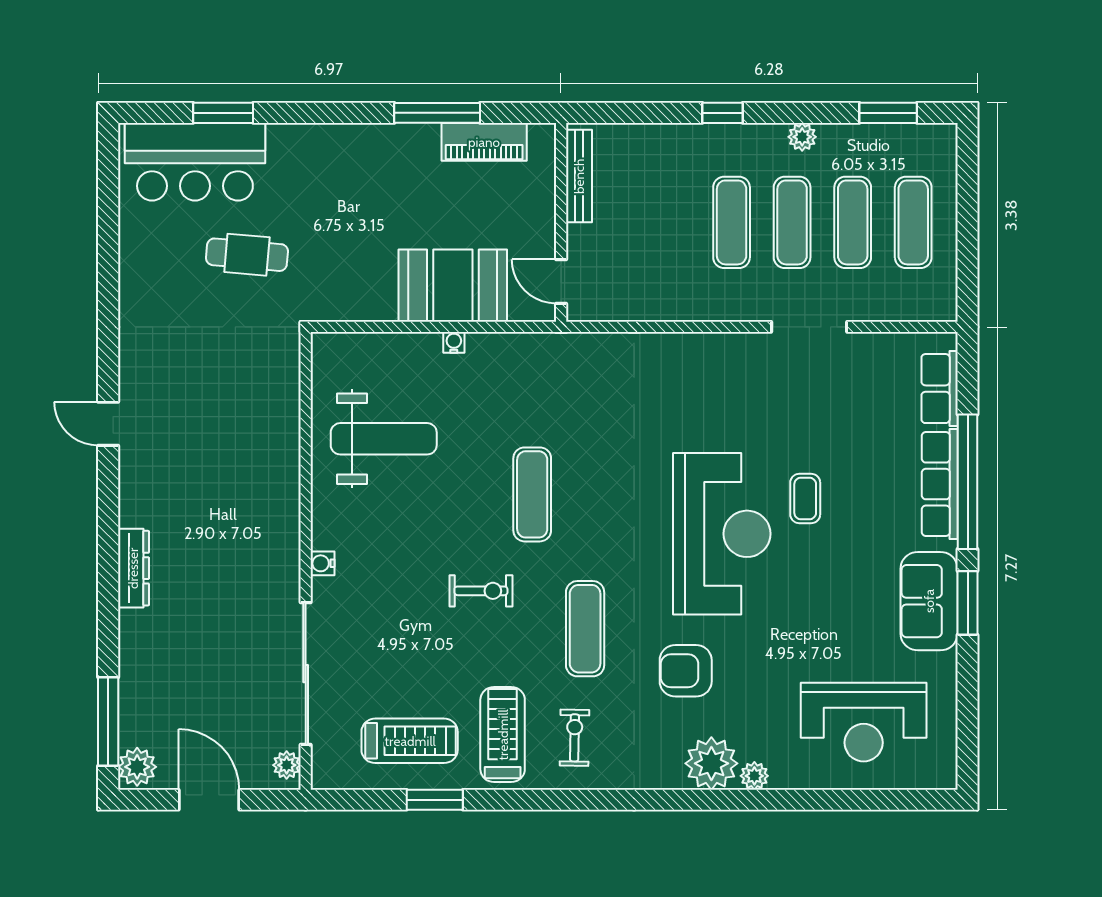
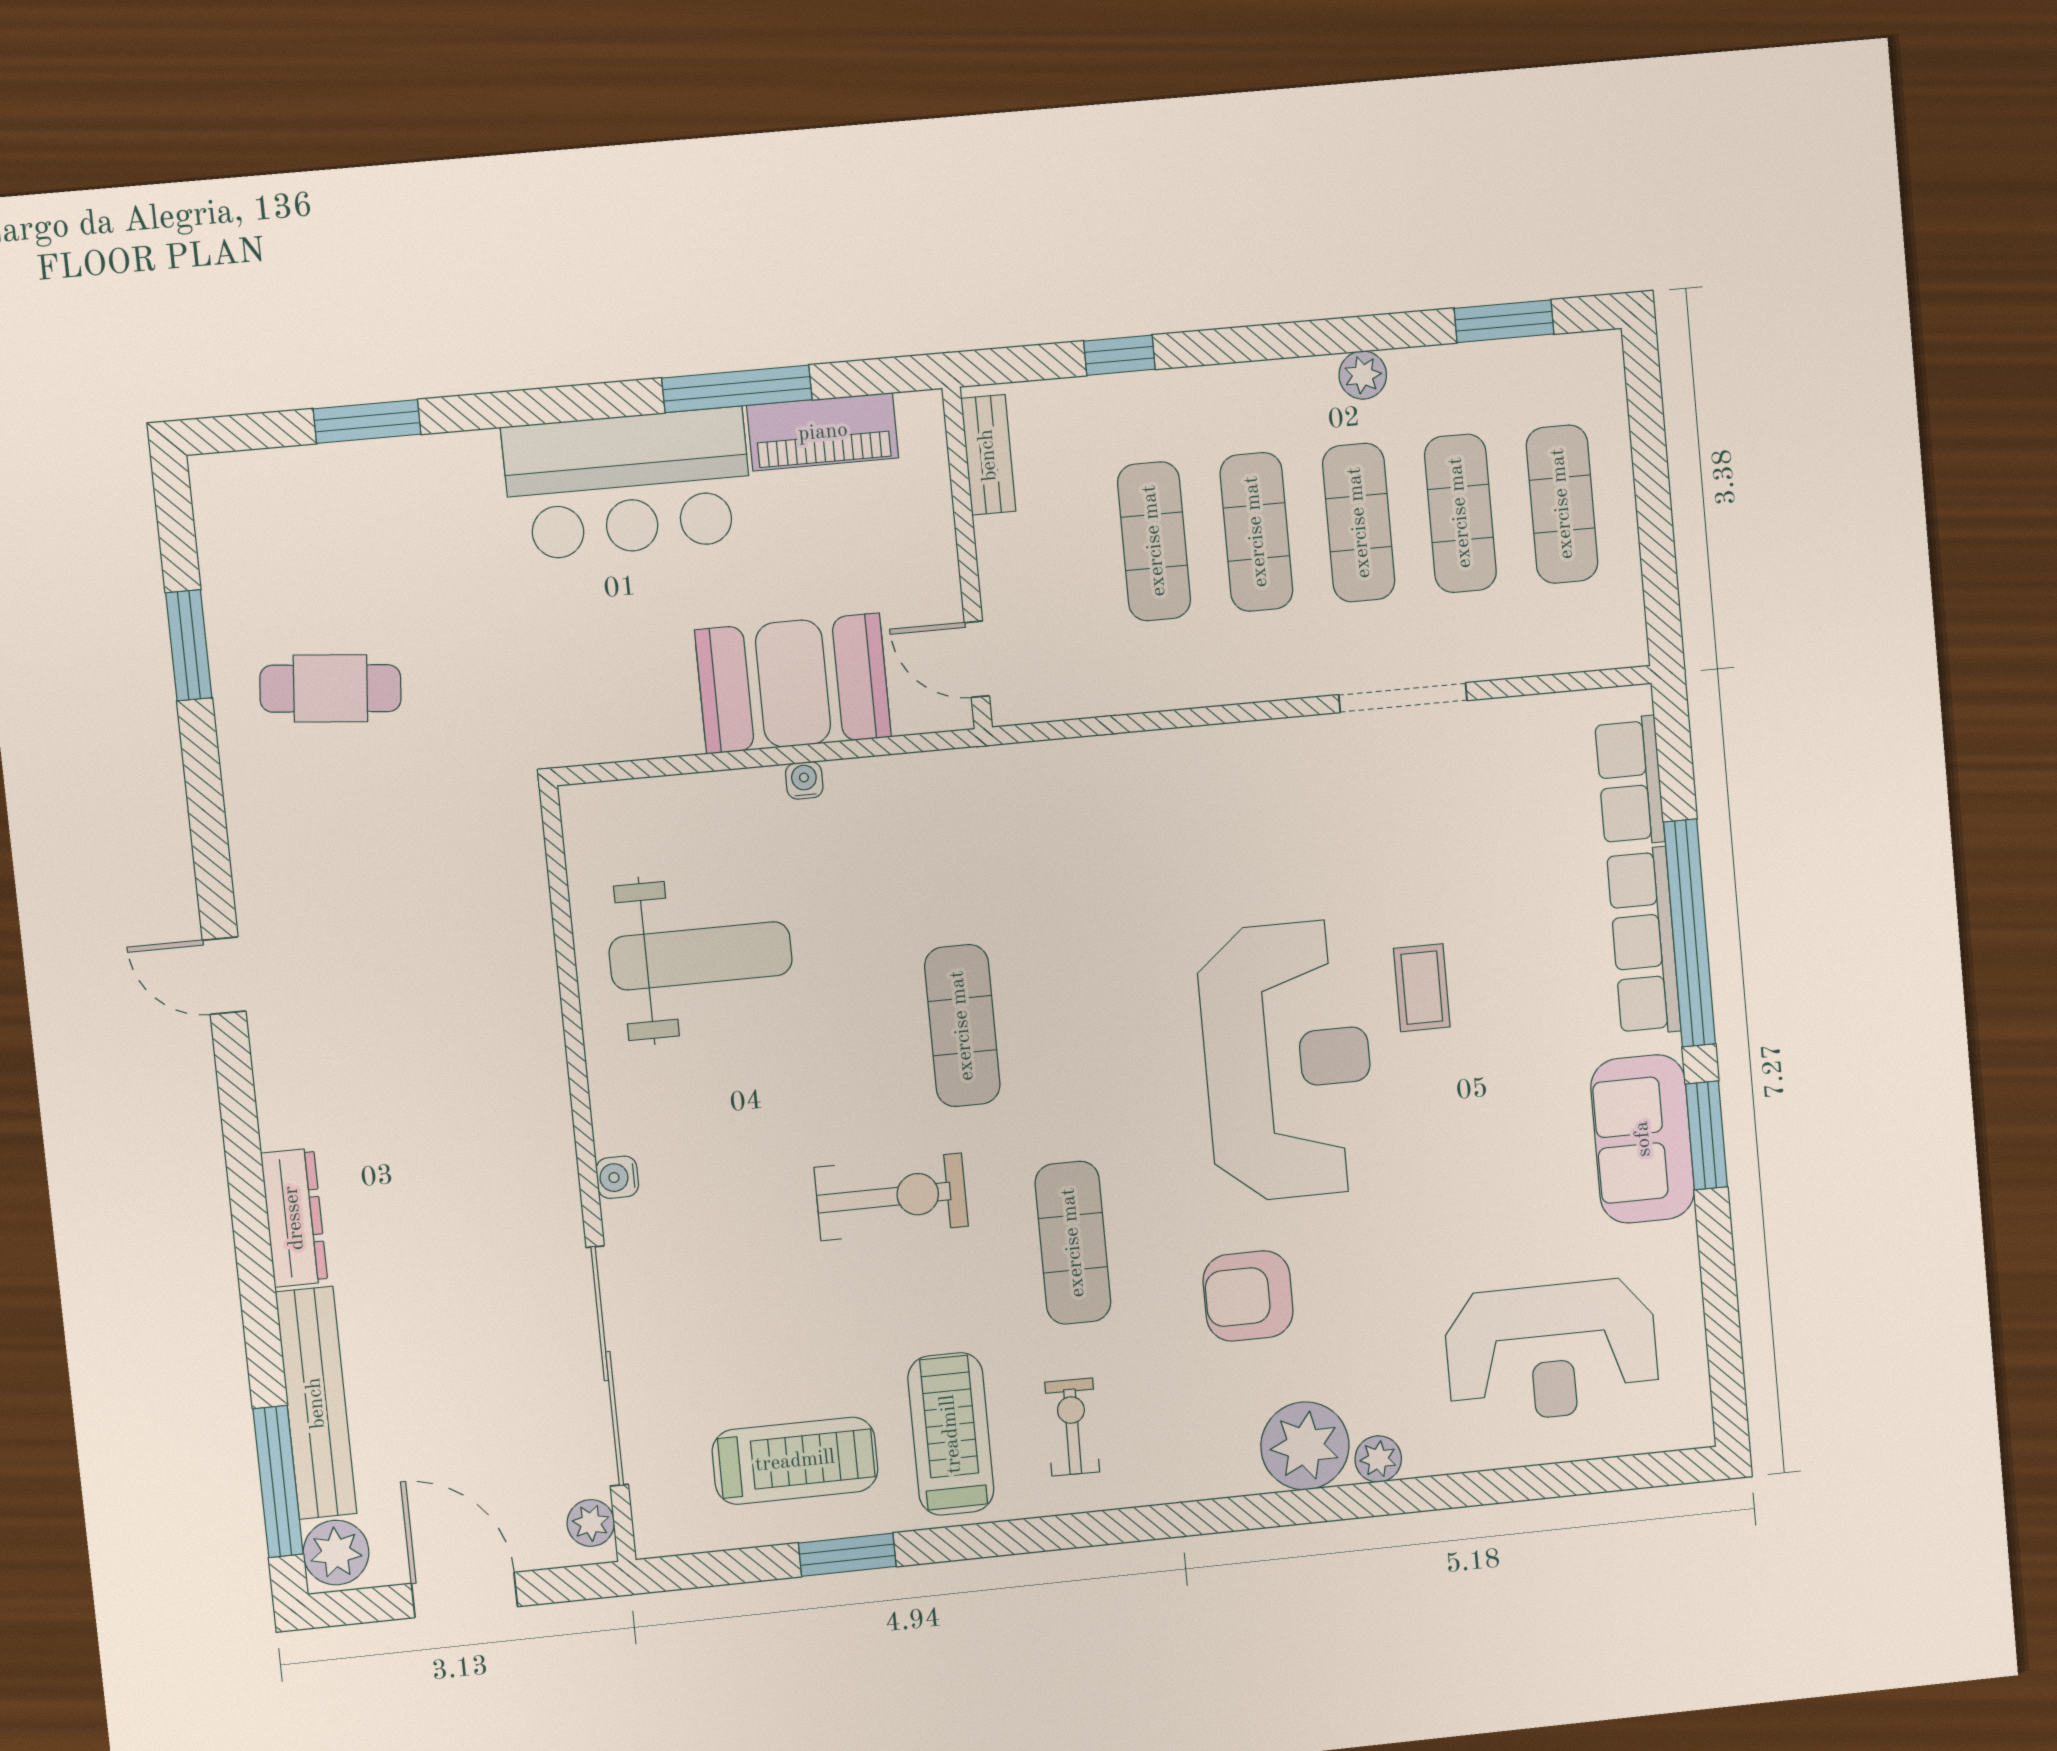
window: (722, 113) -> (1119, 355), moved
bar counter: (195, 162) -> (628, 484), moved
bench: (579, 176) -> (988, 455), width x0.73
exercise mat: (671, 222) -> (1154, 541), added
window: (108, 232) -> (189, 645), added
cafe table: (247, 255) -> (330, 688), moved
exercise bike: (481, 591) -> (891, 1197), width x1.38, depth x1.39
bench: (135, 678) -> (316, 1403), added

